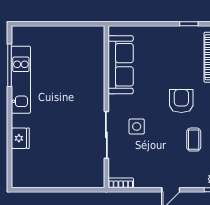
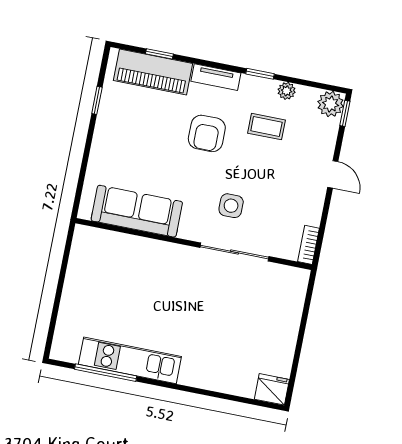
armchair: (181, 101) -> (207, 133), turned -90
fridge: (20, 138) -> (272, 389), moved

